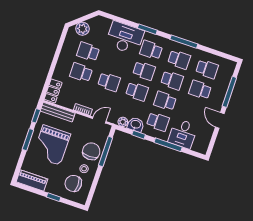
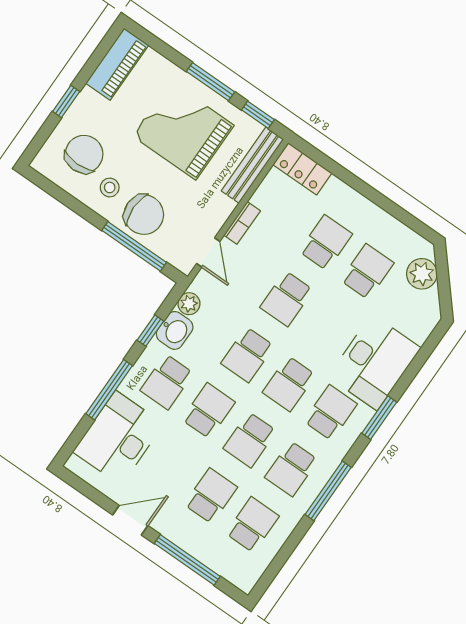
school desk: (207, 69) -> (252, 525), turned 180
desk: (183, 134) -> (118, 438), width x1.37

